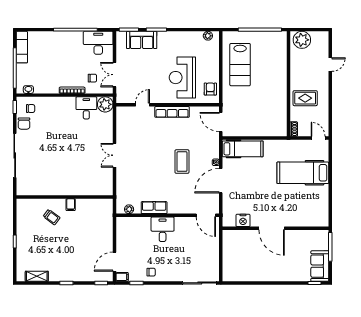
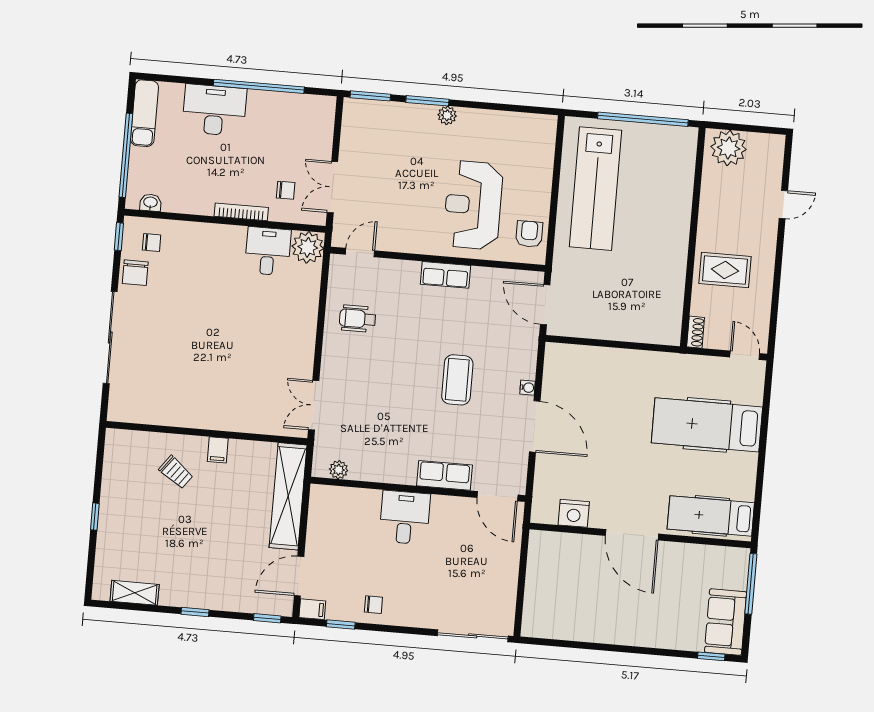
plant: (208, 36) -> (447, 115), moved
sofa: (142, 40) -> (395, 120), removed
desk: (98, 43) -> (214, 110), moved
lab bench: (240, 65) -> (595, 189), width x1.36
door: (142, 105) -> (360, 253), moved
row of seats: (172, 112) -> (445, 275), width x0.68
wheelchair: (132, 136) -> (358, 319), added
hospital bed: (243, 149) -> (711, 516), moved, turned 180
double door: (115, 155) -> (314, 405), moved
door: (221, 181) -> (535, 427), swing flipped
row of seats: (154, 208) -> (444, 475), moved
shelving: (106, 224) -> (288, 496), added

